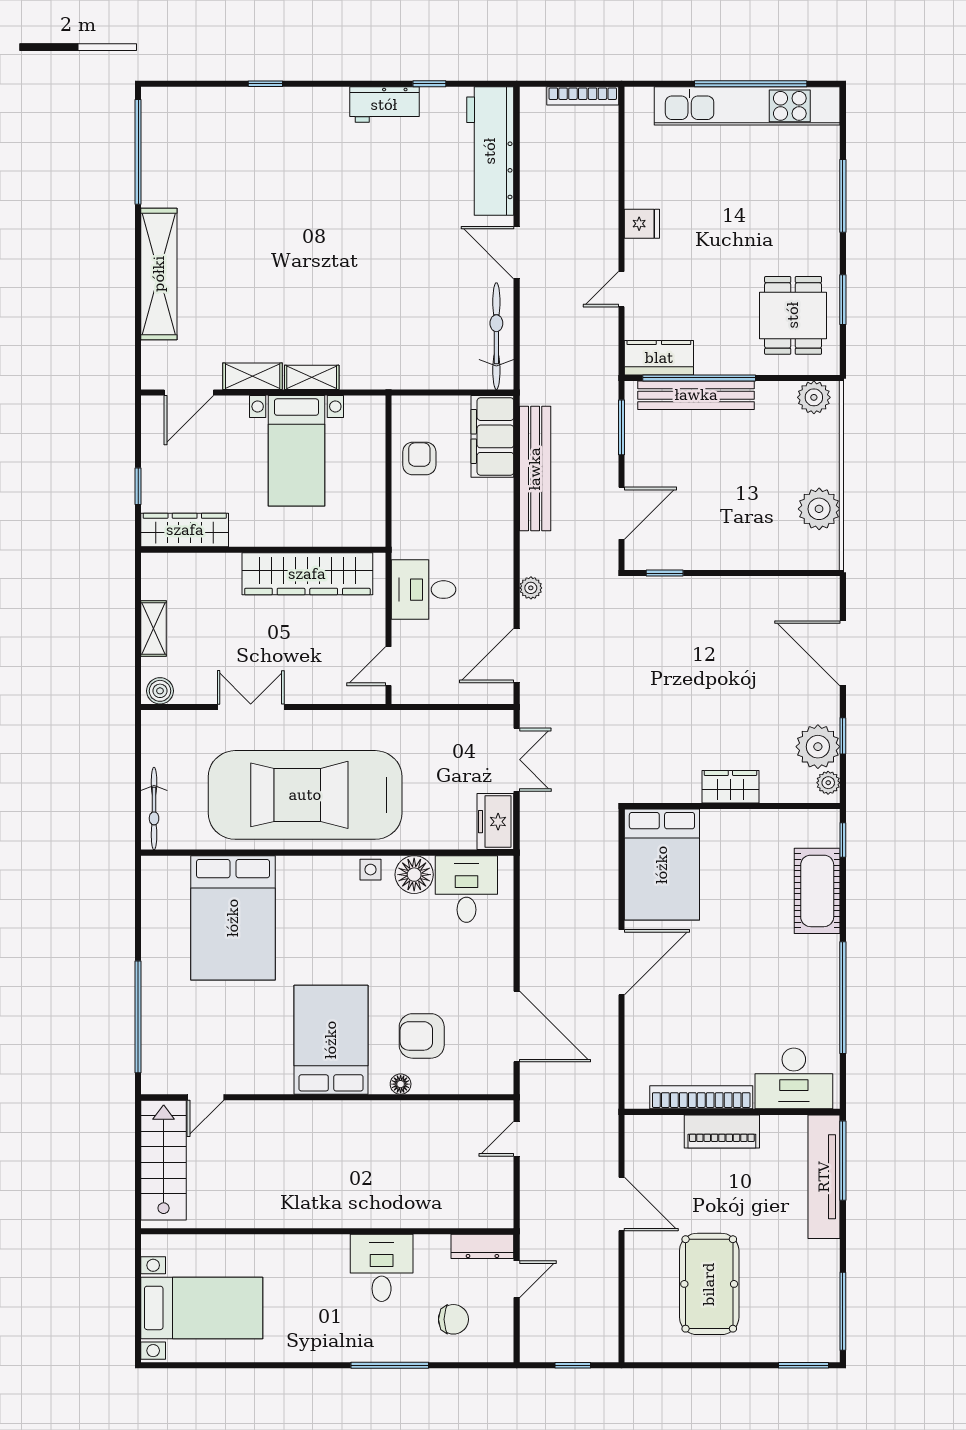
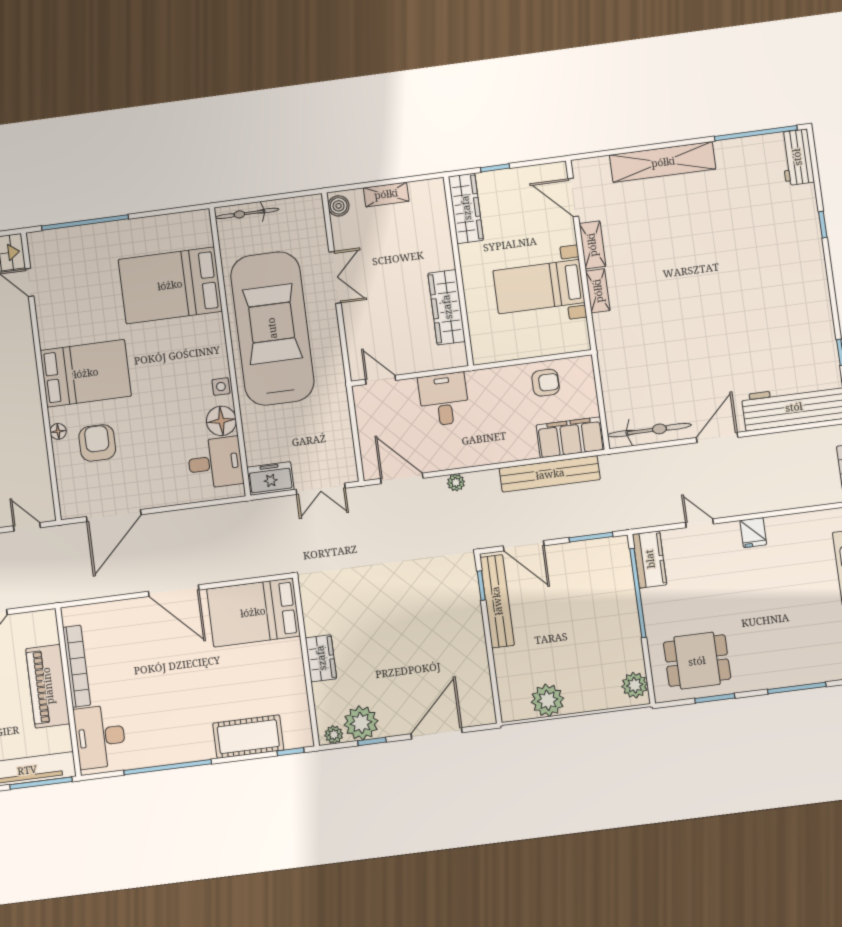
workbench: (384, 105) -> (797, 157), moved
bench: (696, 395) -> (497, 601), moved
wardrobe: (307, 574) -> (447, 307), width x0.71, depth x0.85
piano: (722, 1131) -> (48, 686), width x1.37, depth x1.33

